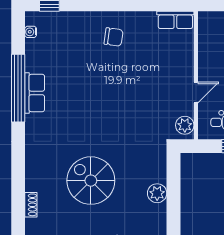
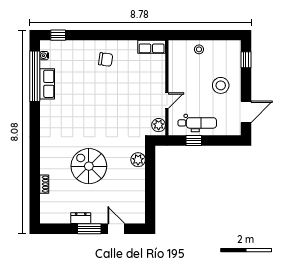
window: (18, 88) -> (35, 76), moved
row of seats: (35, 93) -> (47, 84), moved
plant: (157, 193) -> (138, 160), moved

